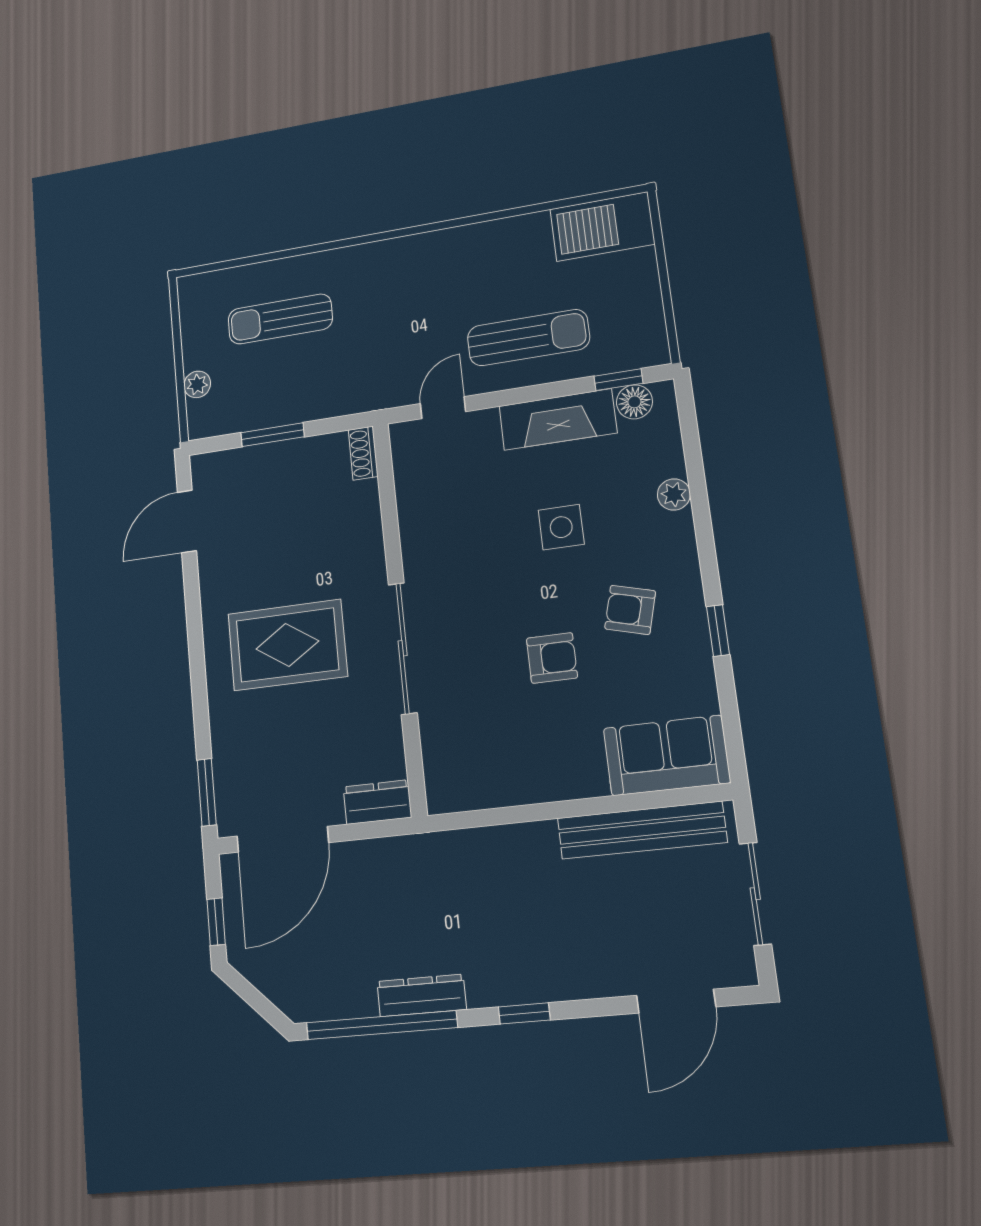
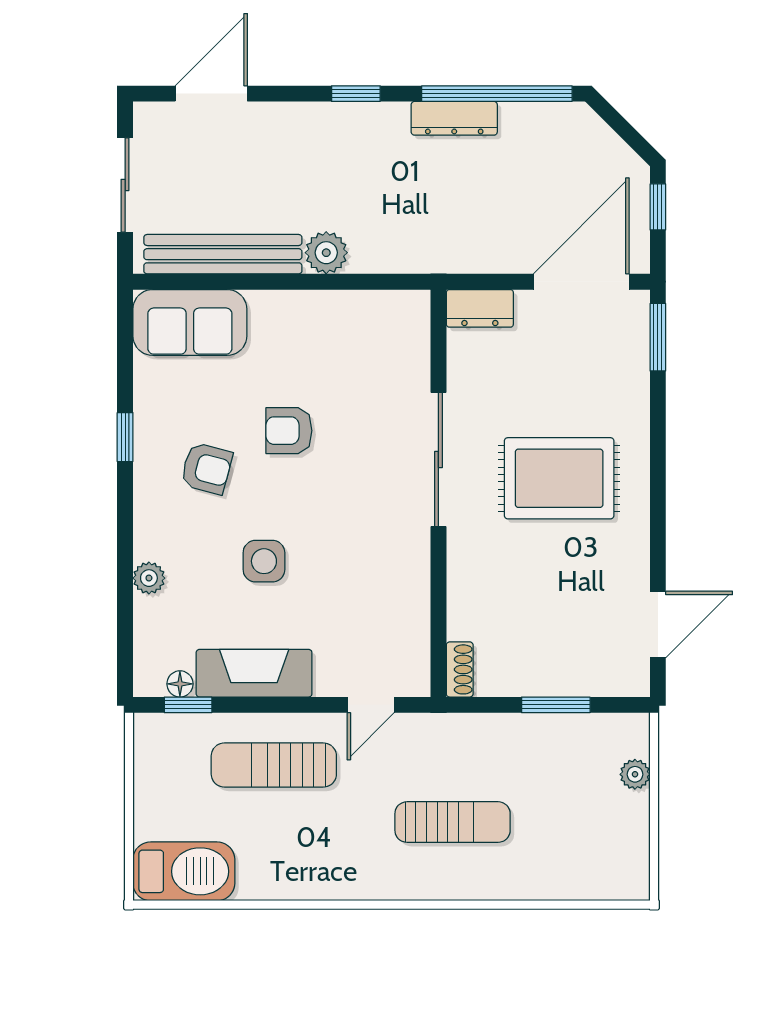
sun lounger: (280, 319) -> (453, 822), moved
floor lamp: (634, 402) -> (180, 684), width x0.73, depth x0.73
plant: (536, 843) -> (326, 253), added

